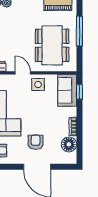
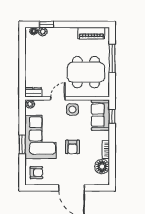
dining table: (52, 45) -> (86, 72), turned 90
door: (23, 73) -> (58, 98), hinge flipped
armchair: (36, 142) -> (73, 147), moved, turned 180

